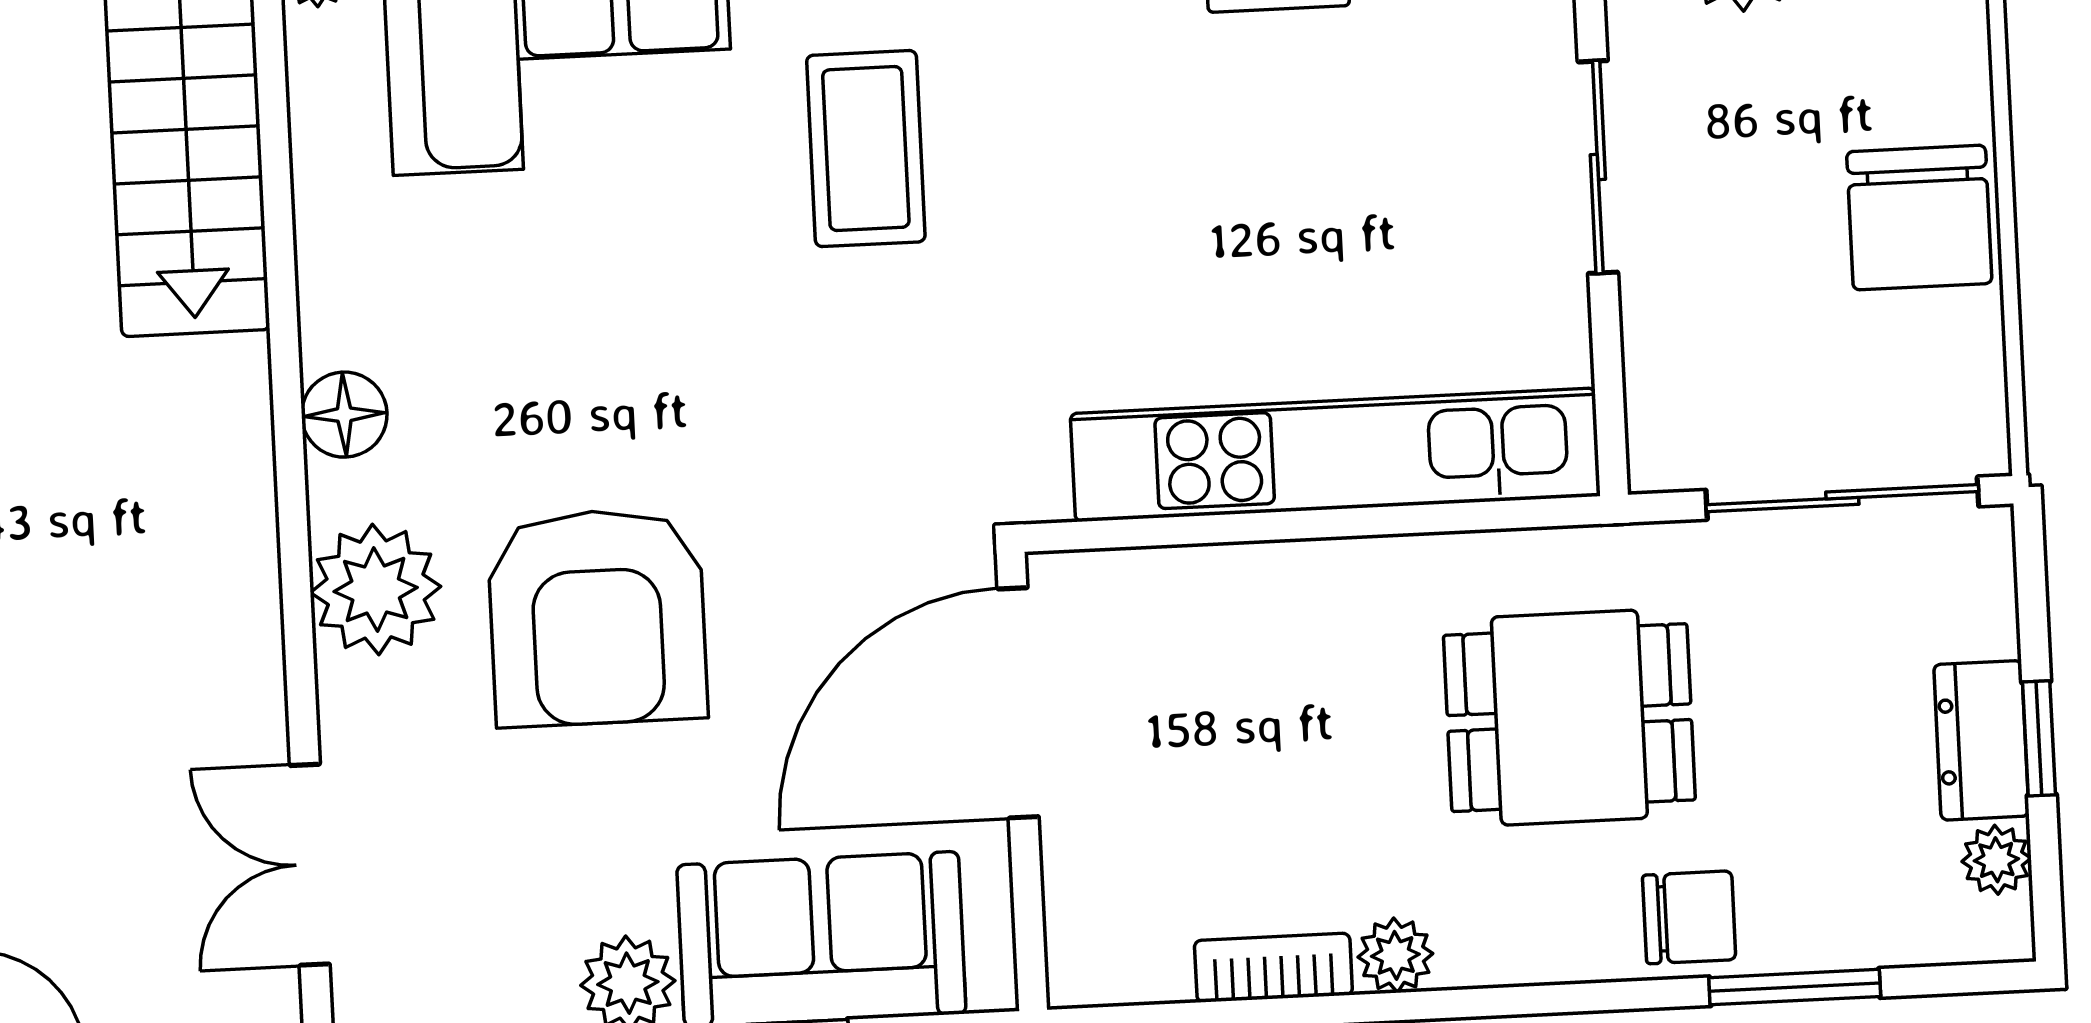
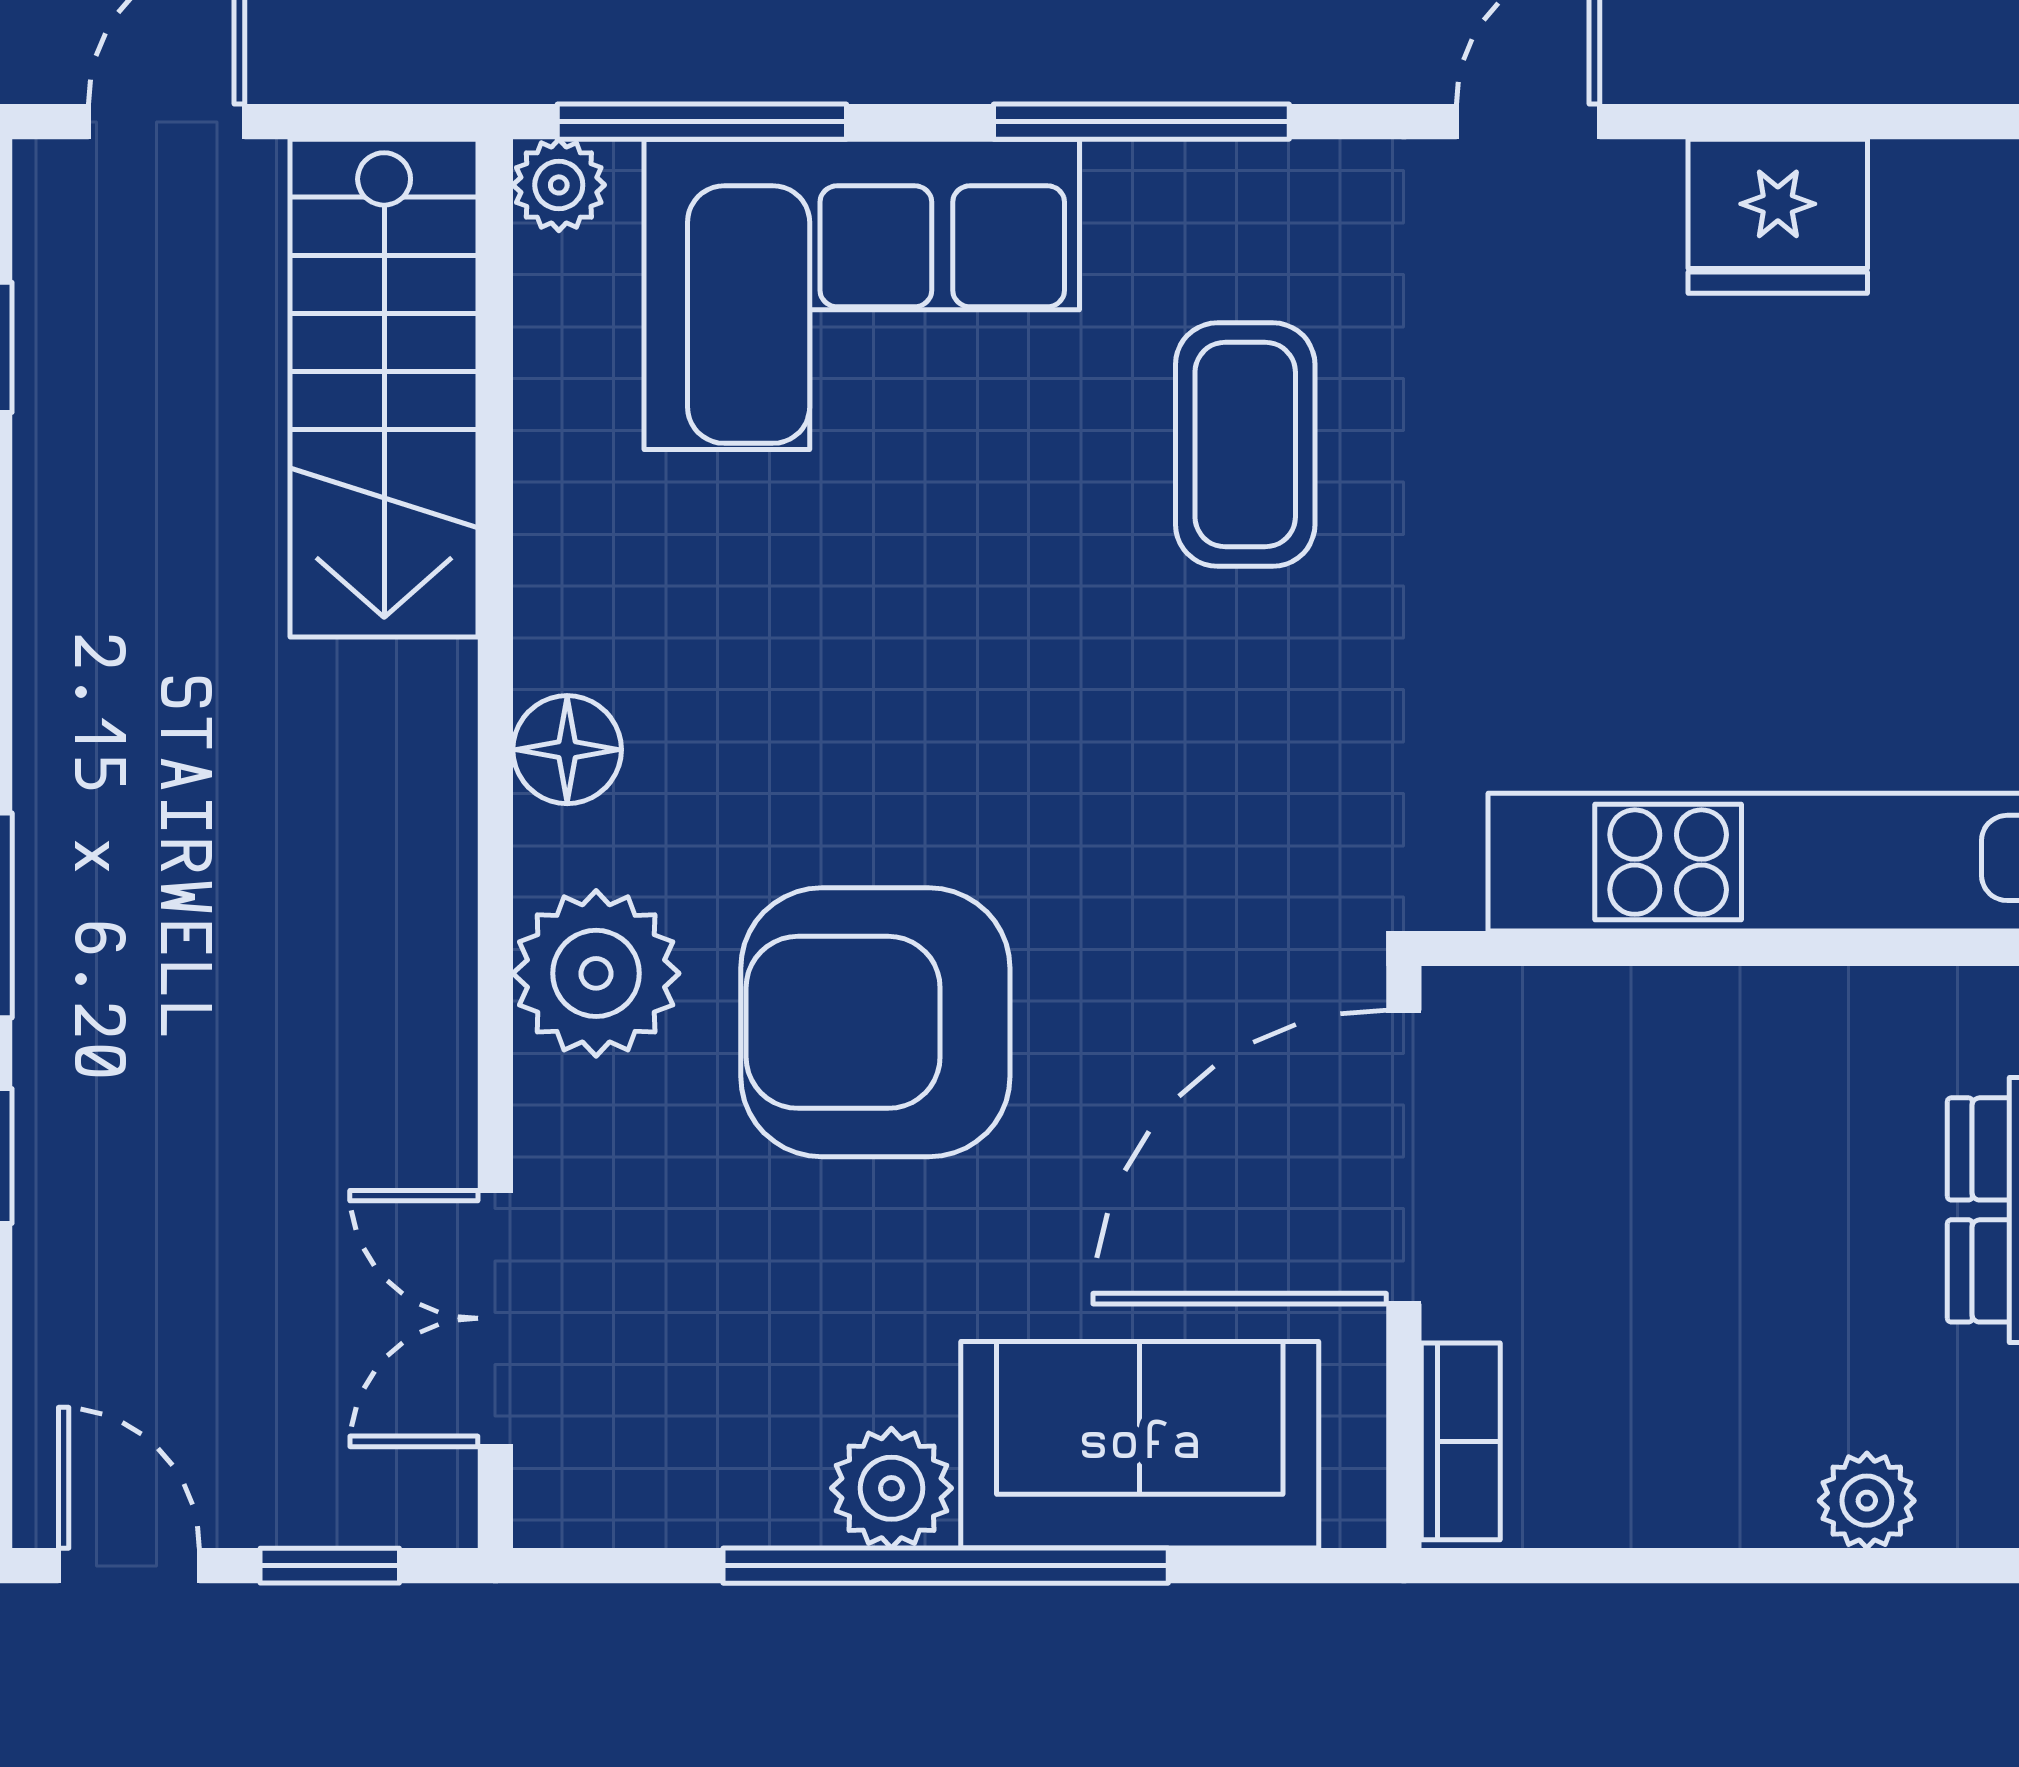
armchair: (597, 617) -> (875, 1022), turned 90
bookcase: (1273, 968) -> (1461, 1441), moved, turned 90

